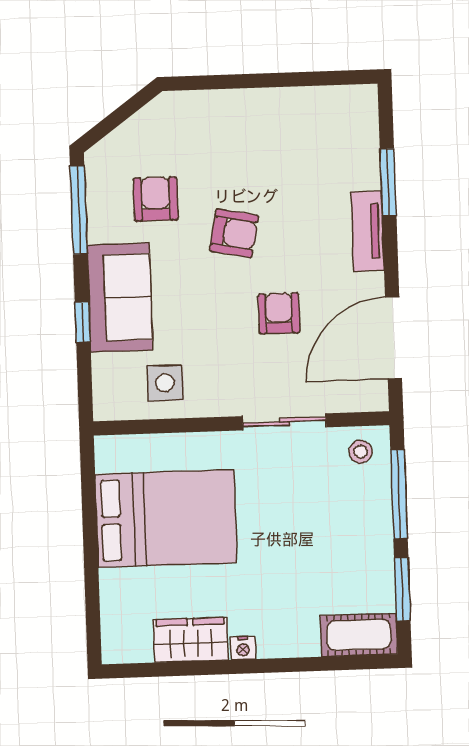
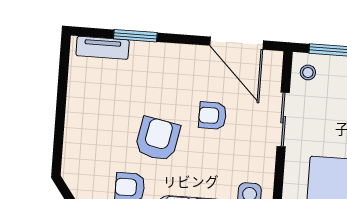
tv unit: (368, 231) -> (103, 48), moved
armchair: (234, 233) -> (158, 139), width x1.38, depth x1.38

